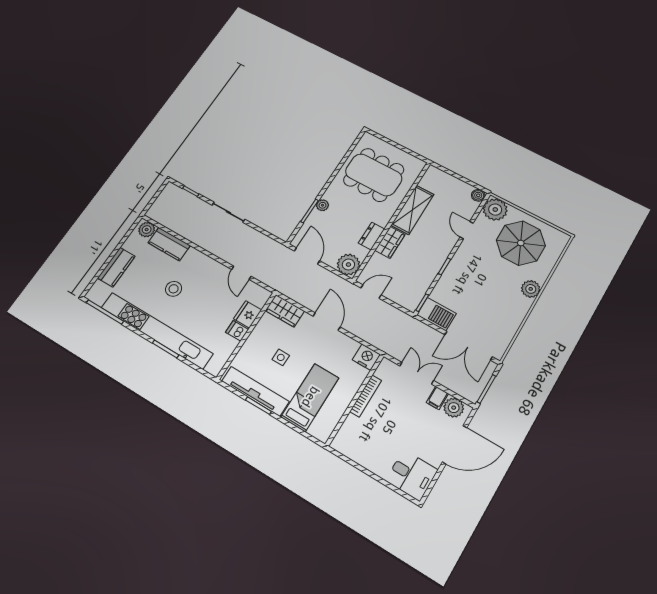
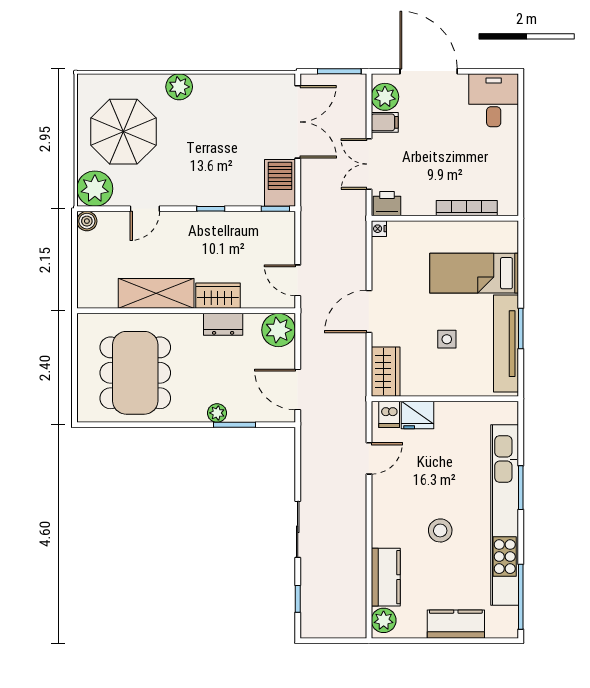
door: (307, 256) -> (298, 389), hinge flipped
dishwasher: (237, 331) -> (389, 414), moved
nightstand: (366, 357) -> (379, 229), width x0.53, depth x0.56
printer: (385, 370) -> (387, 204), added
bookcase: (366, 396) -> (467, 208), moved

